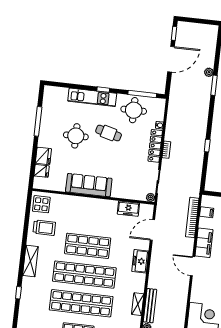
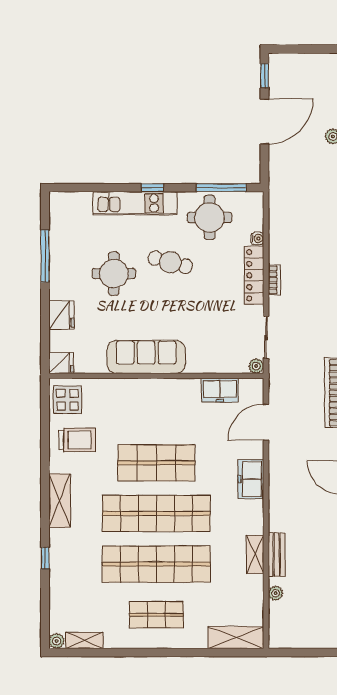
fridge: (42, 171) -> (61, 363), moved
bench: (150, 306) -> (277, 555), width x0.73

